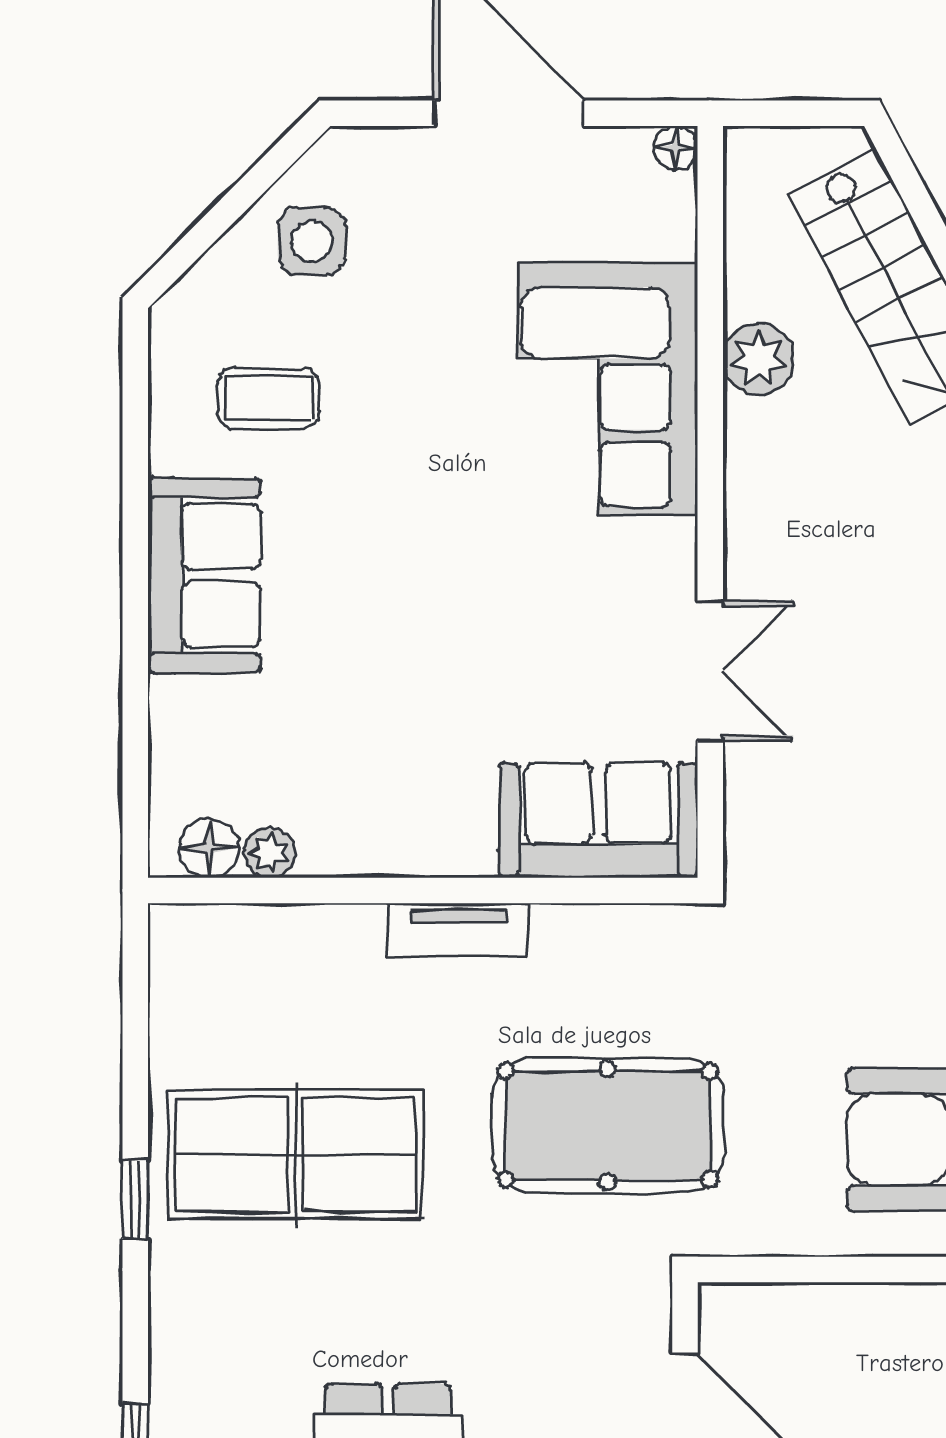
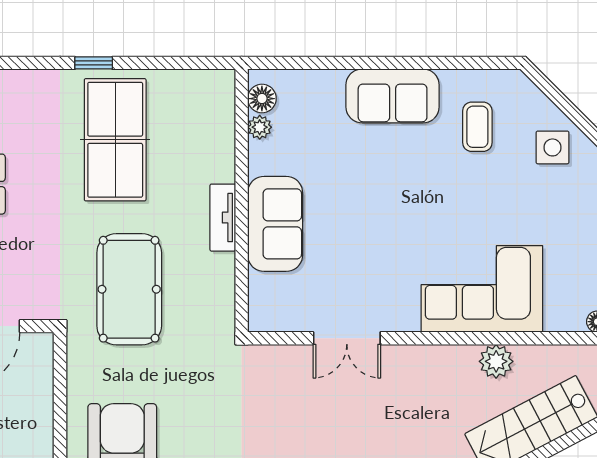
sofa: (598, 820) -> (275, 224), moved

